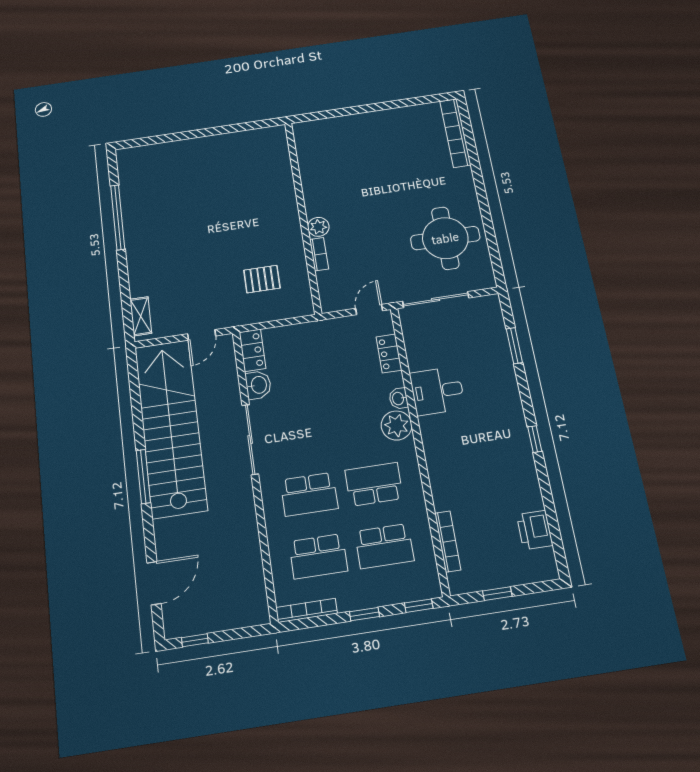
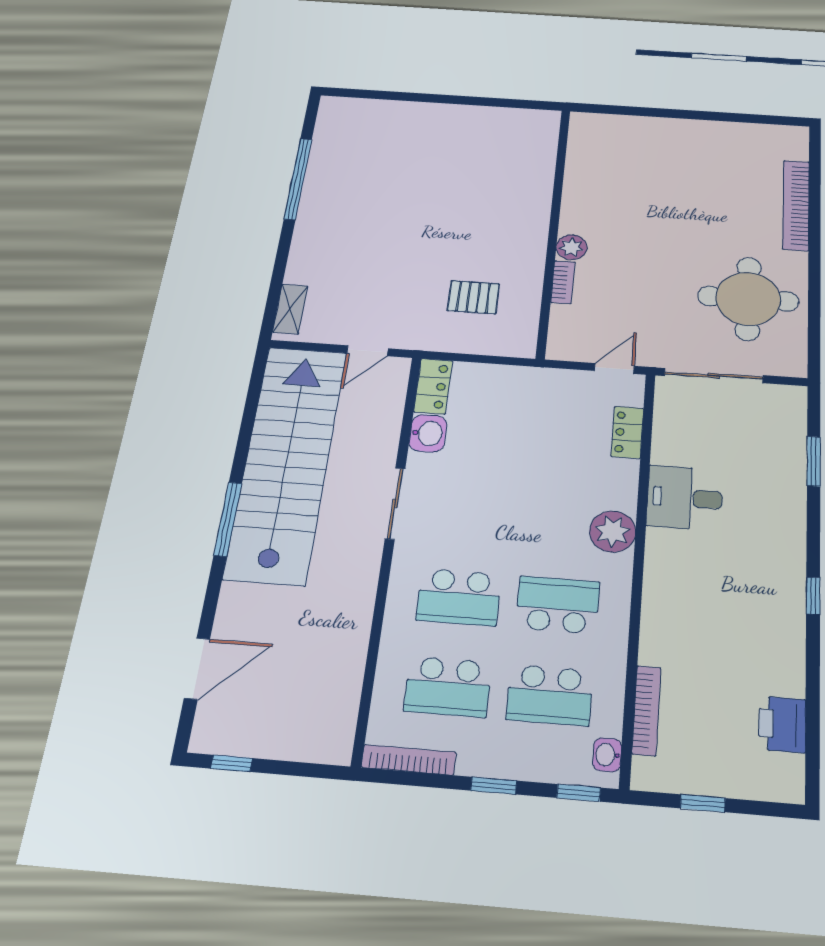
bookcase: (455, 133) -> (796, 205), moved
washbasin: (399, 398) -> (607, 755), moved
sliding door: (250, 439) -> (395, 503), width x0.73

